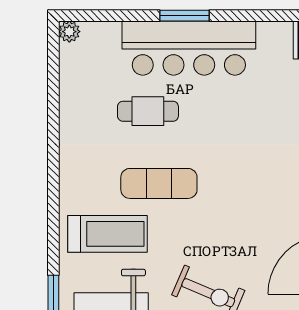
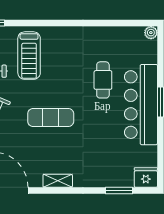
exercise mat: (159, 183) -> (51, 118), moved, turned 90

